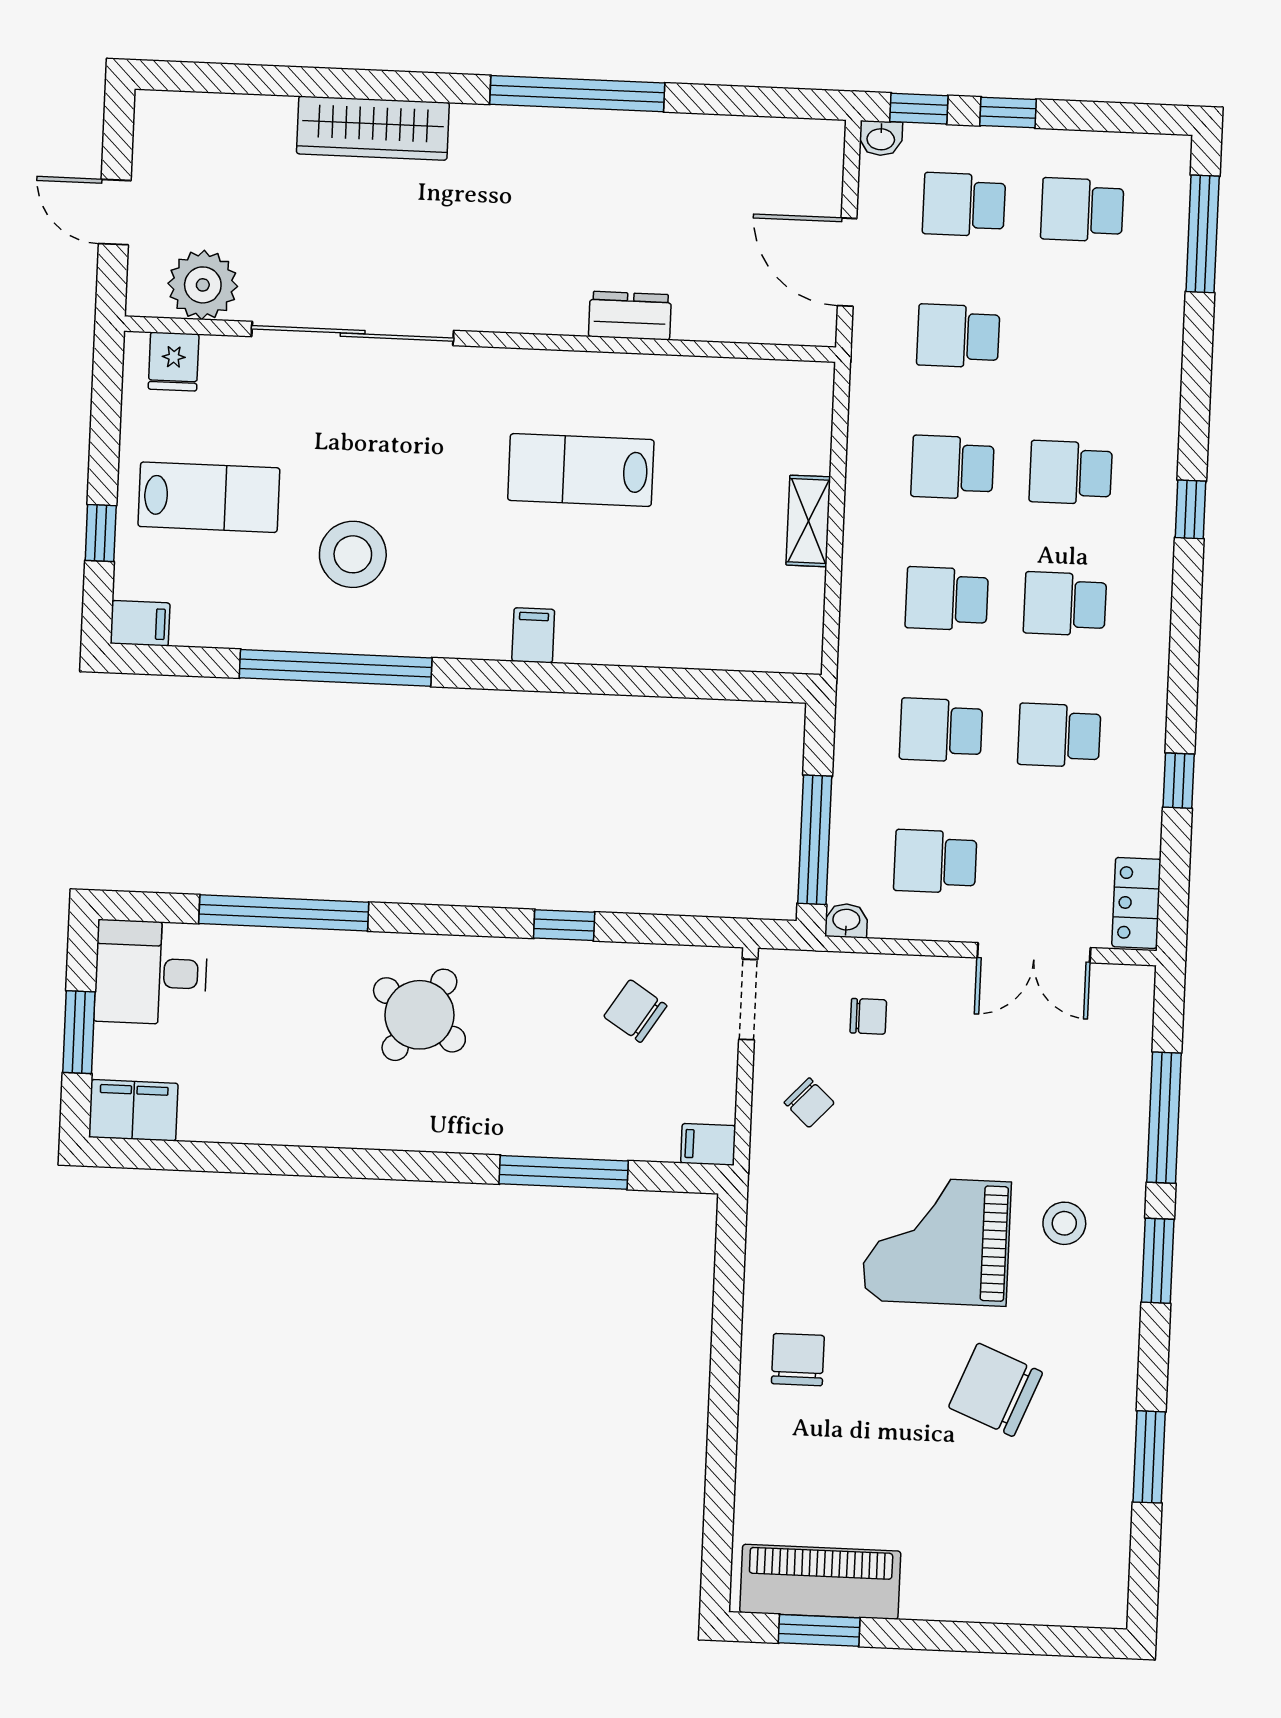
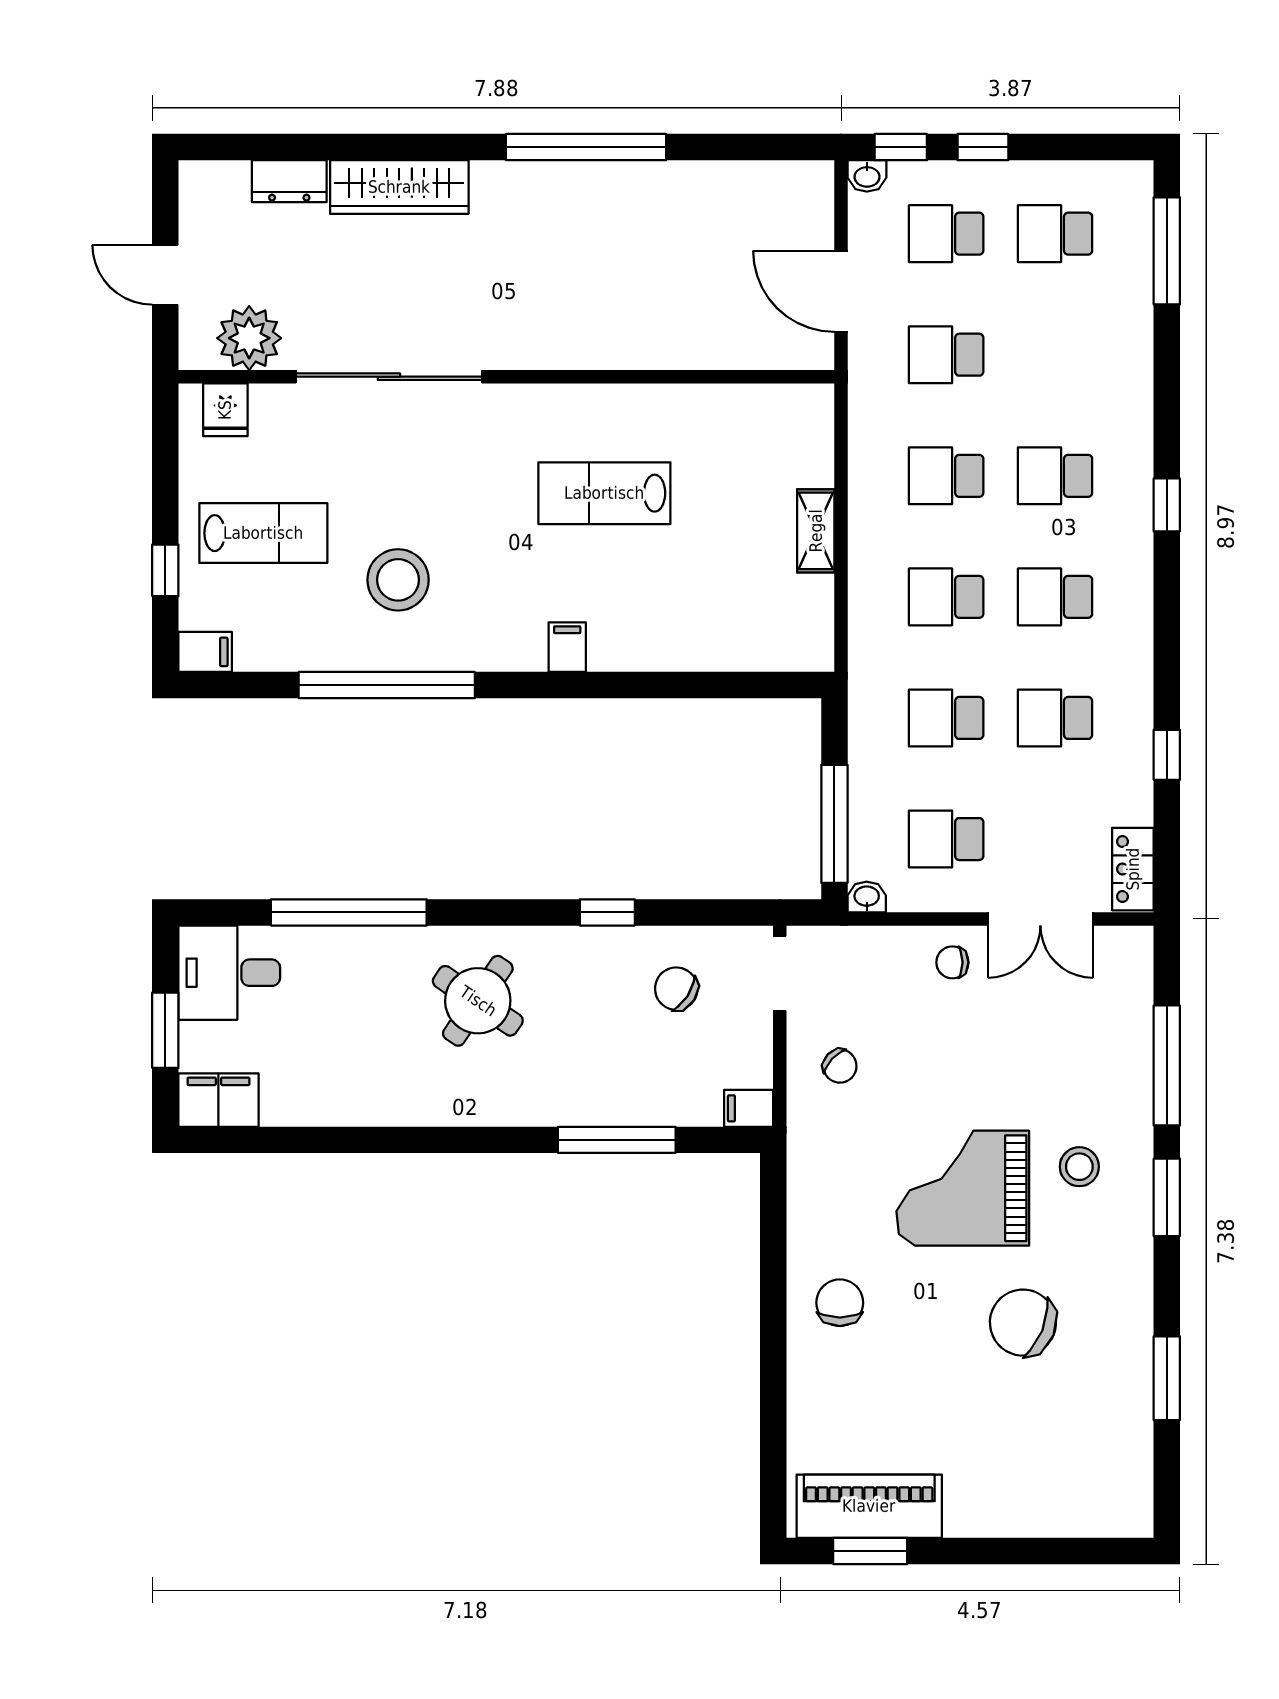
dresser: (630, 316) -> (289, 181), moved, turned 180
chair: (868, 1016) -> (952, 962), moved, turned 180

